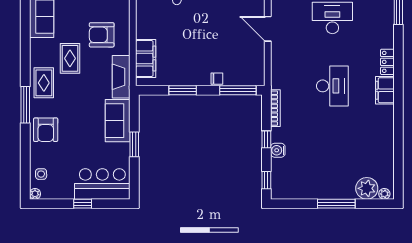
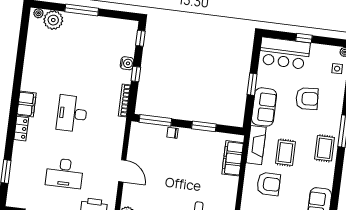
rug: (70, 58) -> (285, 153), moved
armchair: (46, 130) -> (307, 99), moved, turned 86

